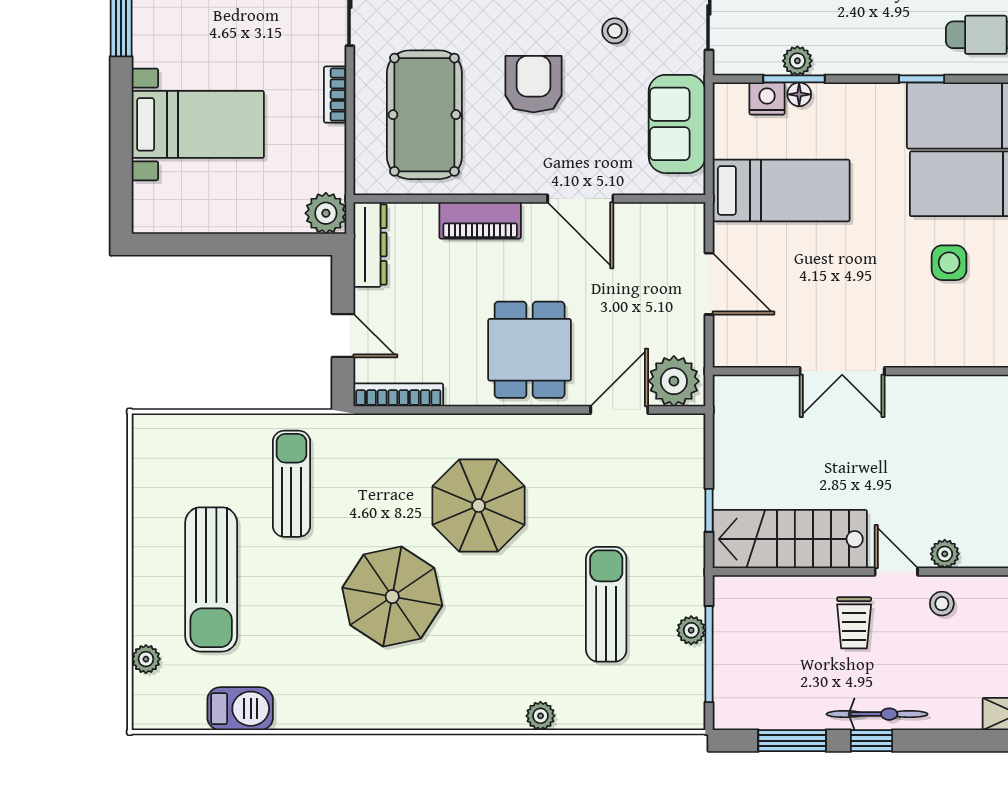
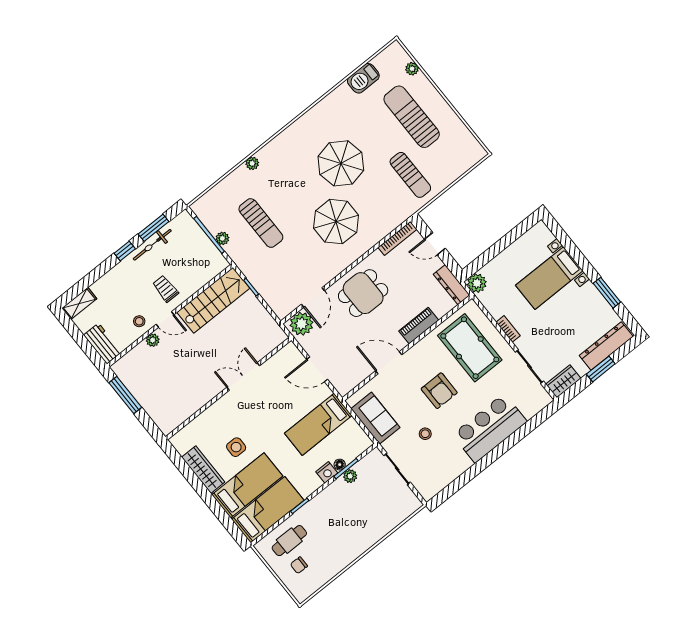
nightstand: (767, 99) -> (327, 472), moved
dining table: (530, 350) -> (363, 293), turned 90
bicycle: (877, 714) -> (152, 245), moved

